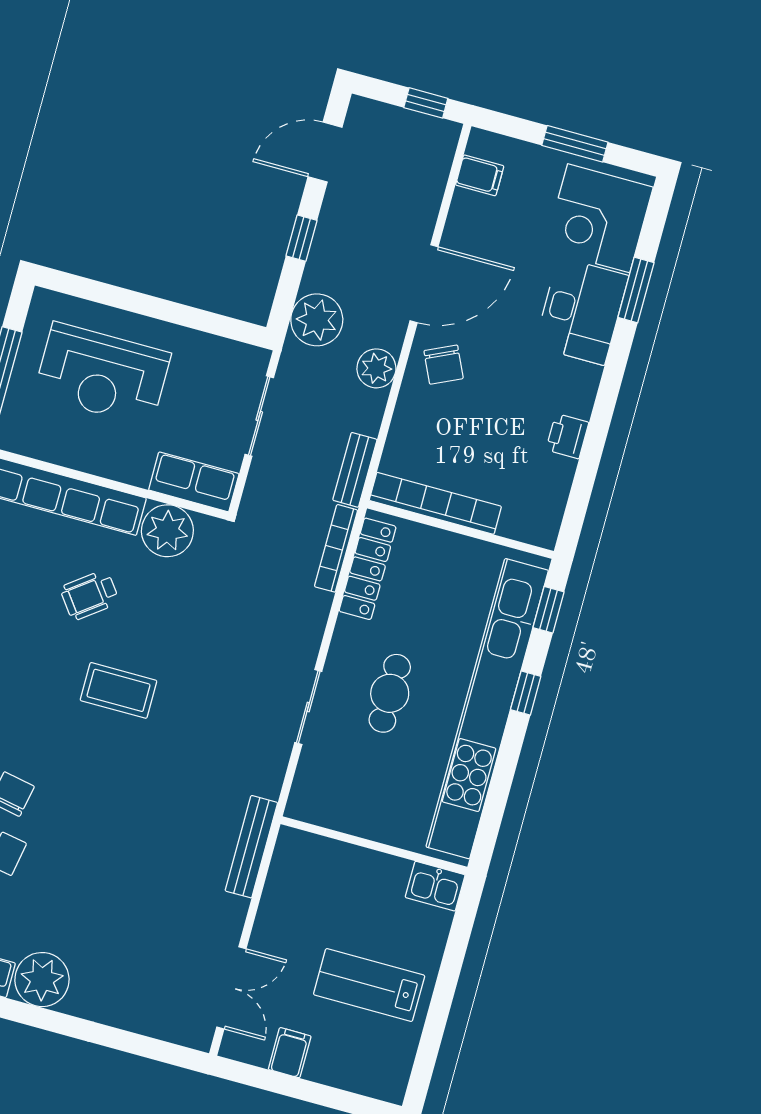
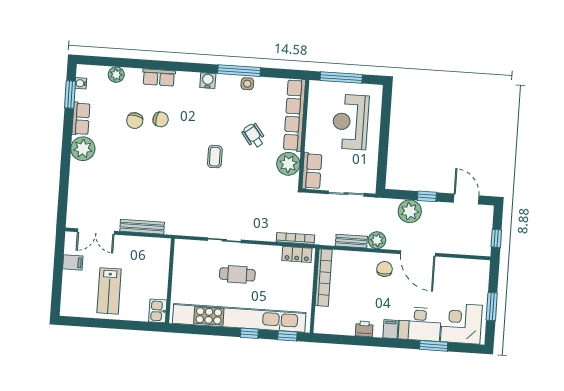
filing cabinet: (480, 175) -> (391, 329), moved, turned 180
plant: (317, 320) -> (410, 211), moved
chair: (444, 365) -> (384, 269), turned 115
bench: (355, 470) -> (351, 241), moved
locker: (368, 569) -> (297, 254), width x0.66
coffee table: (119, 690) -> (215, 157), width x0.73, depth x0.77
bench: (251, 847) -> (142, 227), moved
lab bench: (369, 985) -> (109, 291), turned 180

